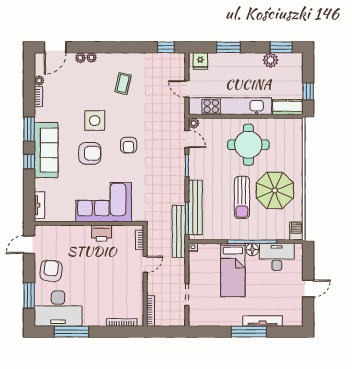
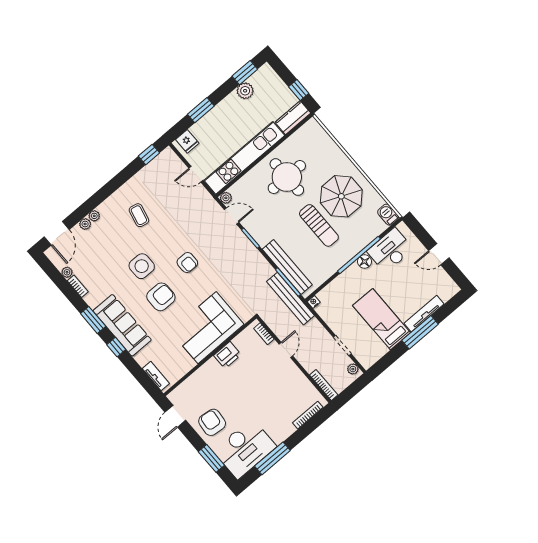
bed: (233, 270) -> (382, 319), moved, turned 180
door: (308, 289) -> (439, 254), swing flipped
plant: (180, 317) -> (353, 369), added

